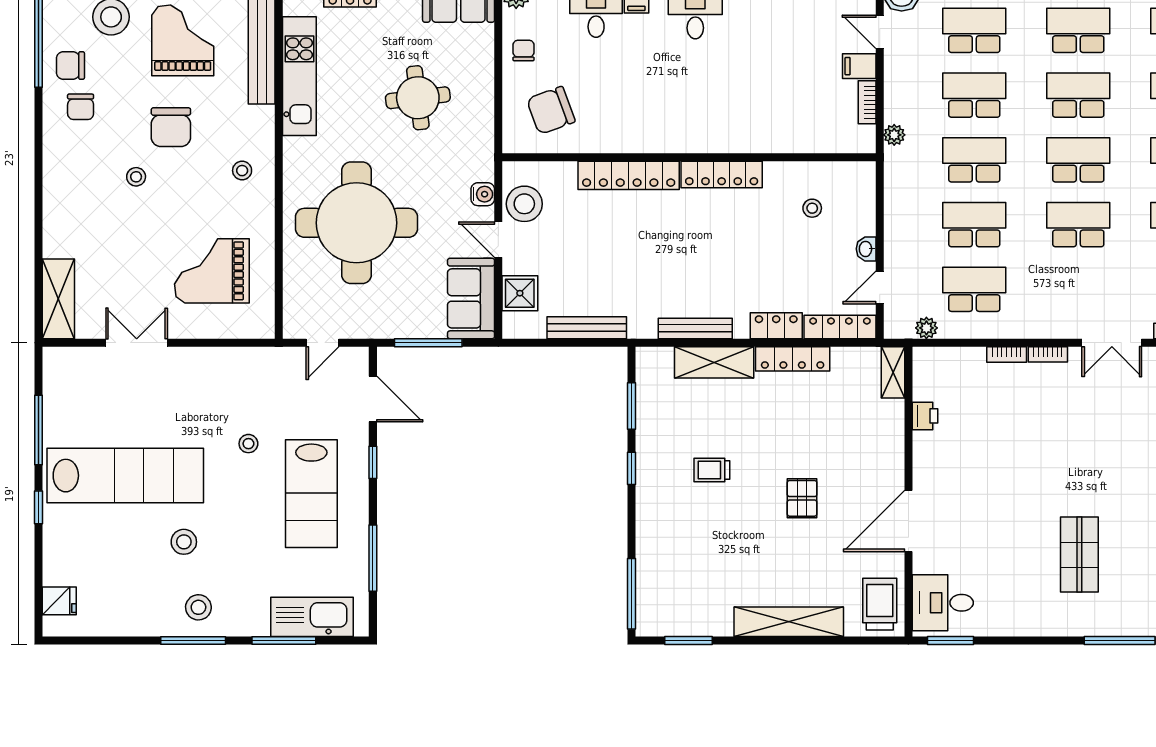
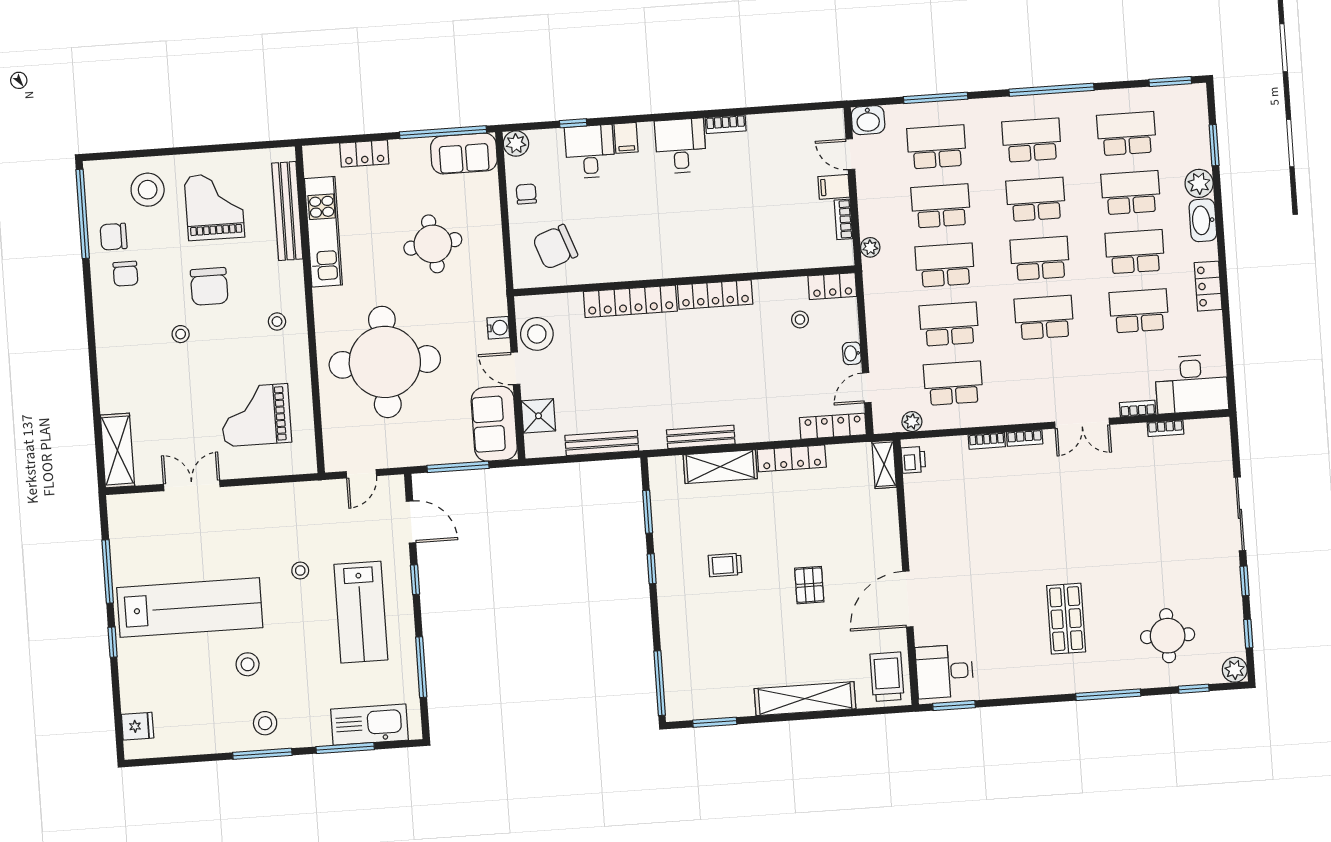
locker: (776, 326) -> (832, 286), moved, turned 180
printer: (925, 416) -> (913, 460), moved

